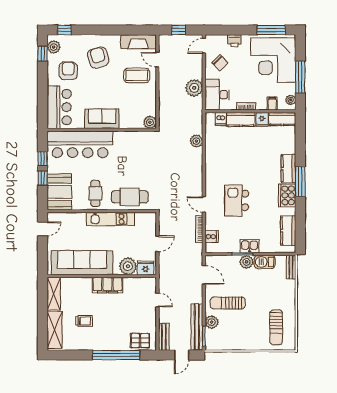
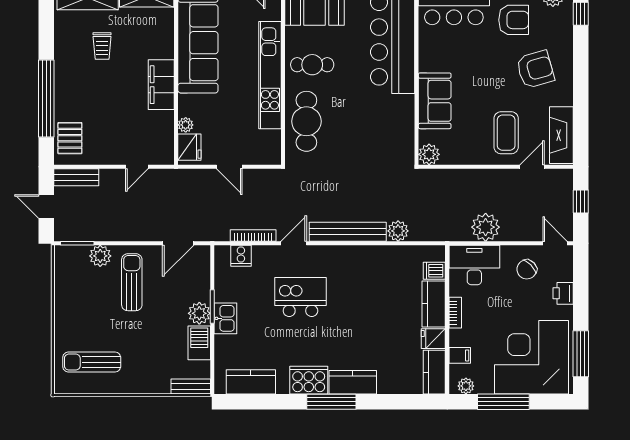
sofa: (102, 119) -> (435, 101), moved
kitchen unit: (110, 219) -> (270, 75), width x1.36
plant: (128, 266) -> (186, 125), width x0.53, depth x0.53
bench: (197, 327) -> (348, 232), moved

